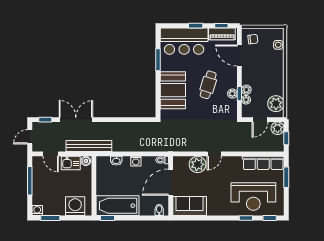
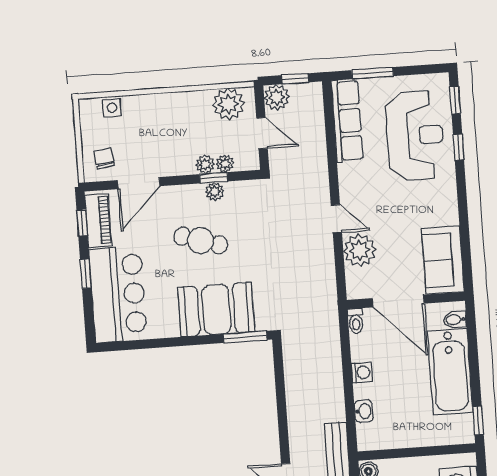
window: (158, 60) -> (245, 337), moved
bathtub: (117, 206) -> (450, 372), moved

